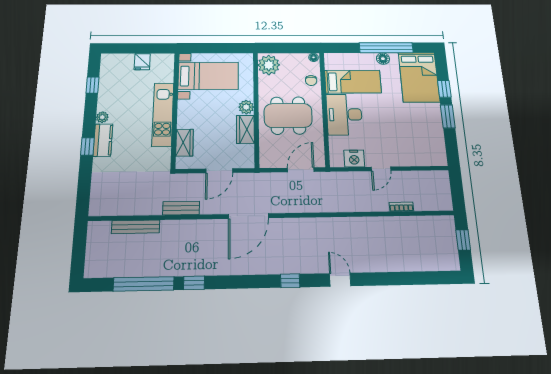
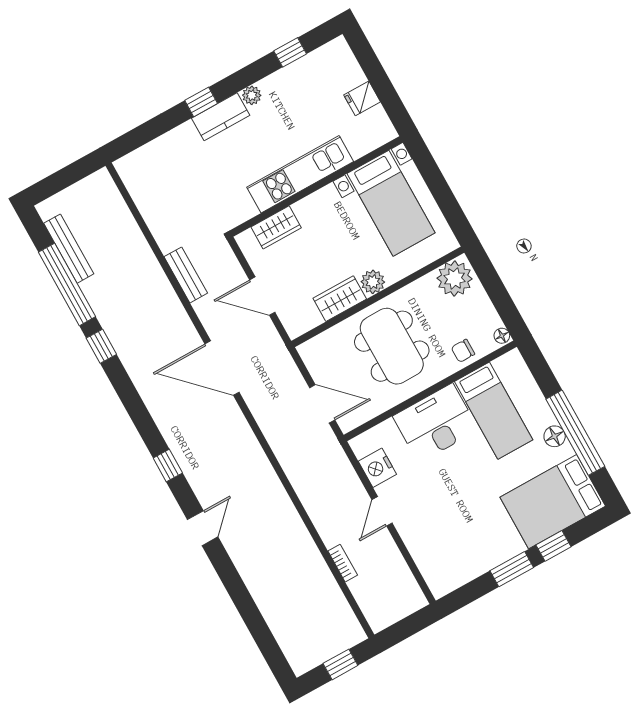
door: (381, 169) -> (382, 511), hinge flipped
bench: (136, 227) -> (69, 249), moved

